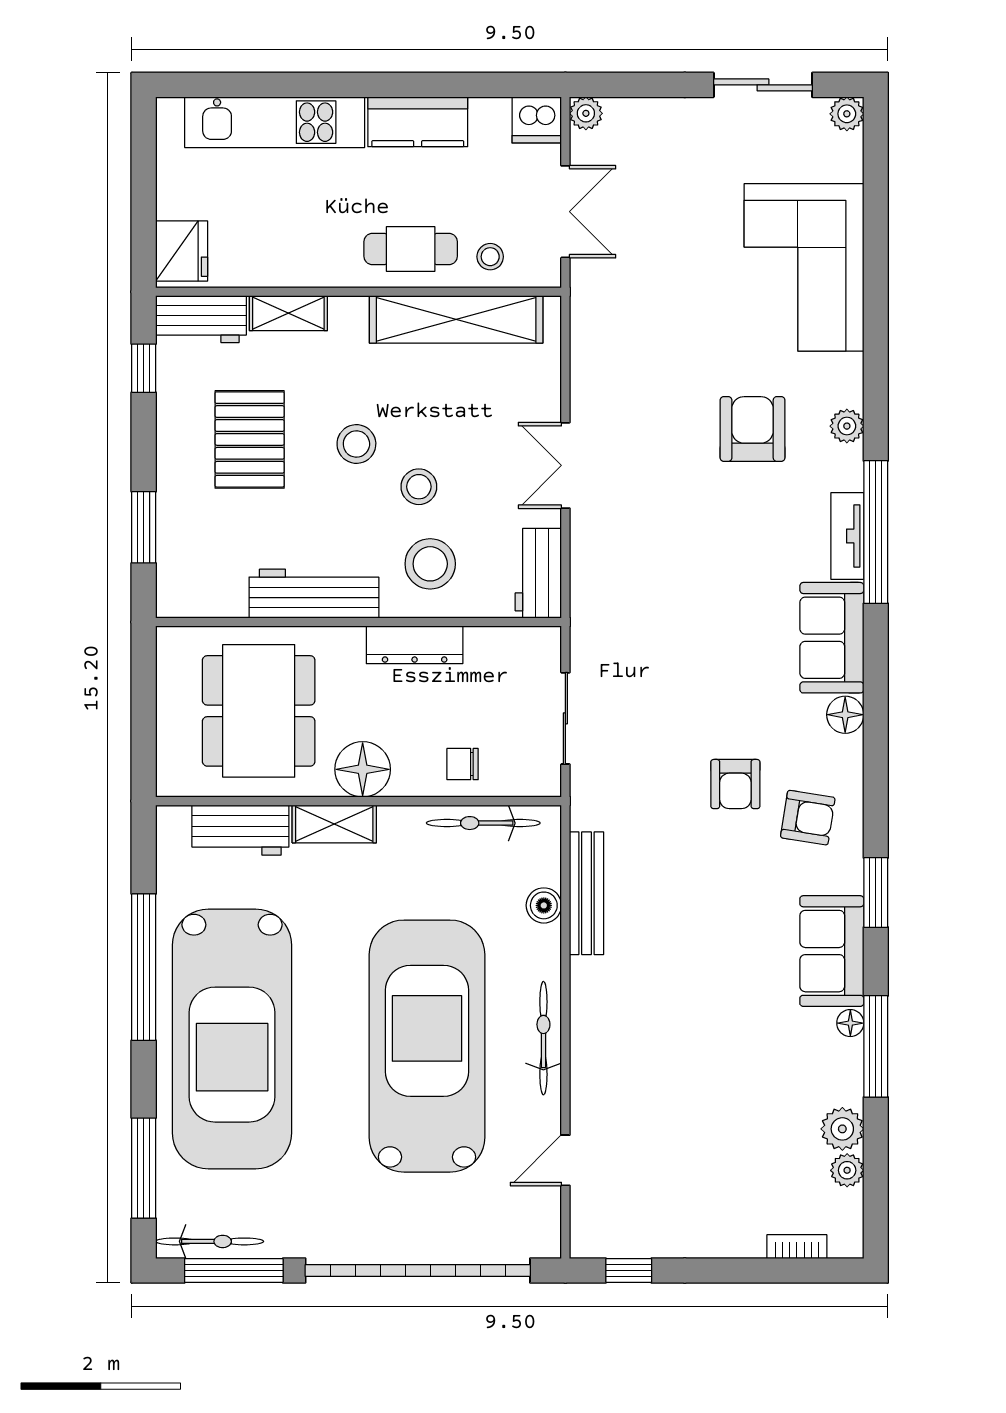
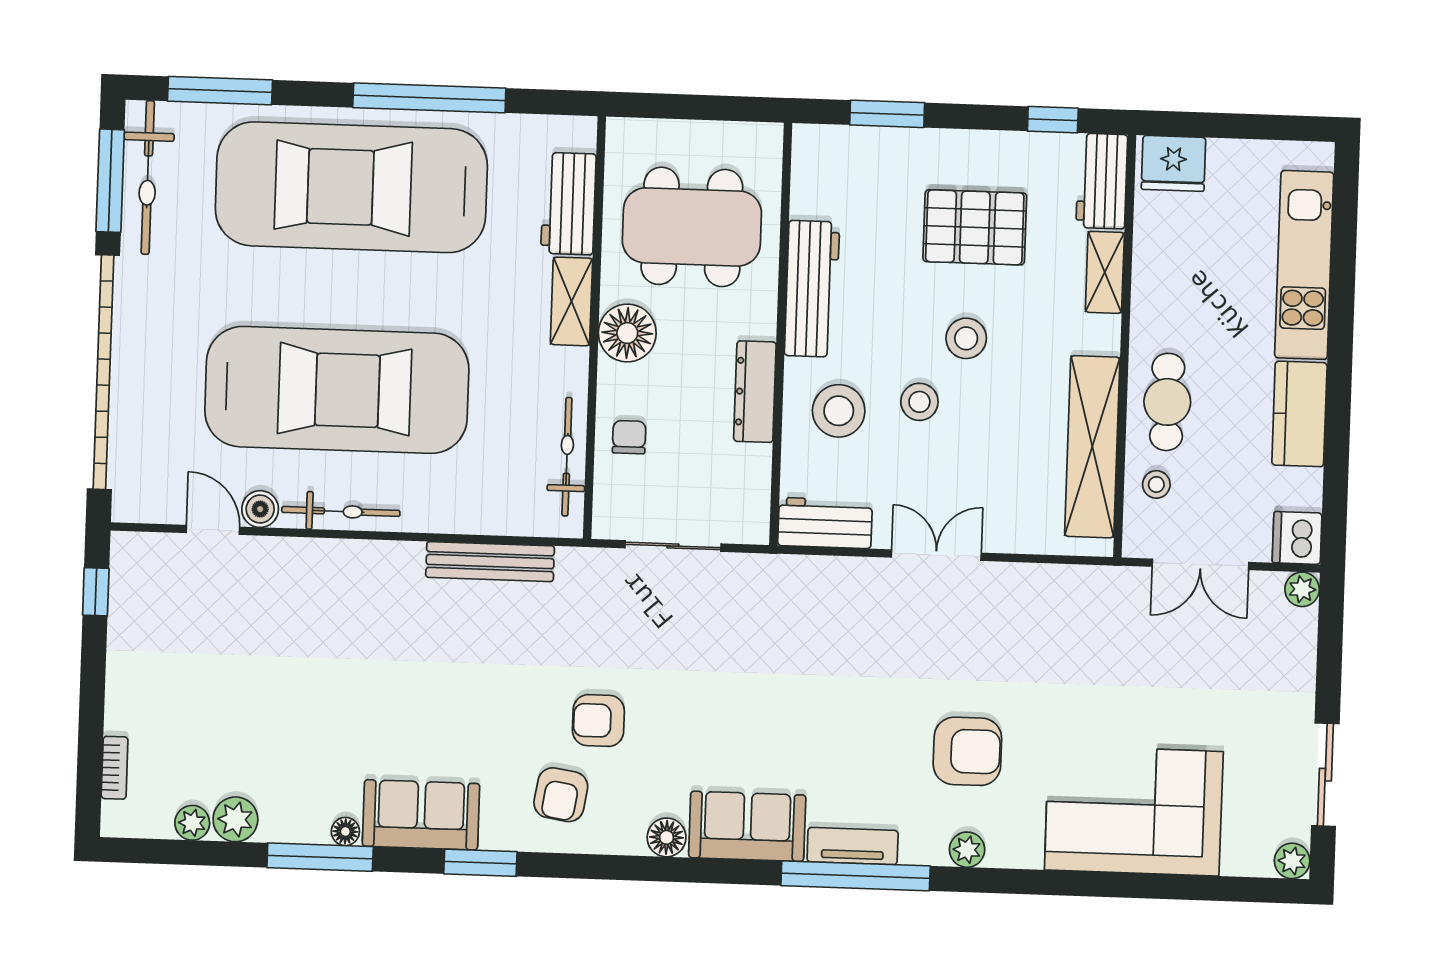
boiler: (544, 905) -> (260, 509), moved
bicycle: (210, 1241) -> (148, 177), width x1.37, depth x1.40

